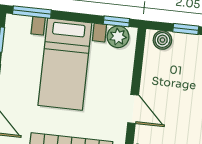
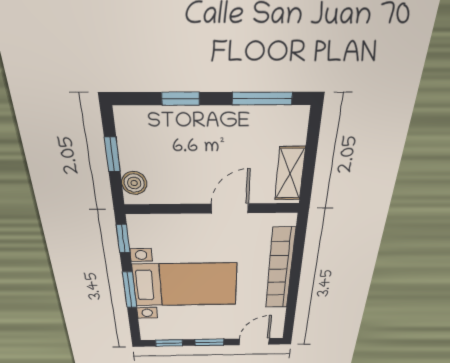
window: (32, 12) -> (130, 290), moved
plant: (118, 37) -> (142, 235), removed

